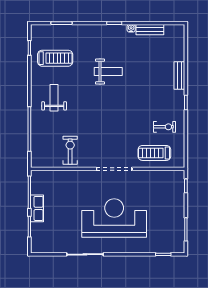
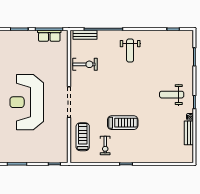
treadmill: (55, 58) -> (123, 123), moved, turned -90
weight bench: (108, 72) -> (172, 95), moved, turned 90
bench: (179, 76) -> (85, 35), moved
weight bench: (54, 98) -> (130, 50), turned 90
row of seats: (37, 208) -> (49, 36), moved
reception desk: (114, 218) -> (27, 102), turned 180

